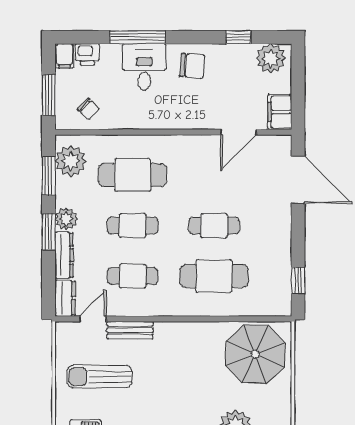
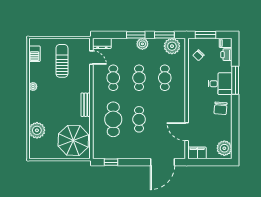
window: (238, 37) -> (235, 132), removed
cafe table: (133, 175) -> (165, 78), width x0.73, depth x0.74
dresser: (64, 255) -> (124, 43), removed
bench: (130, 330) -> (86, 105), moved

